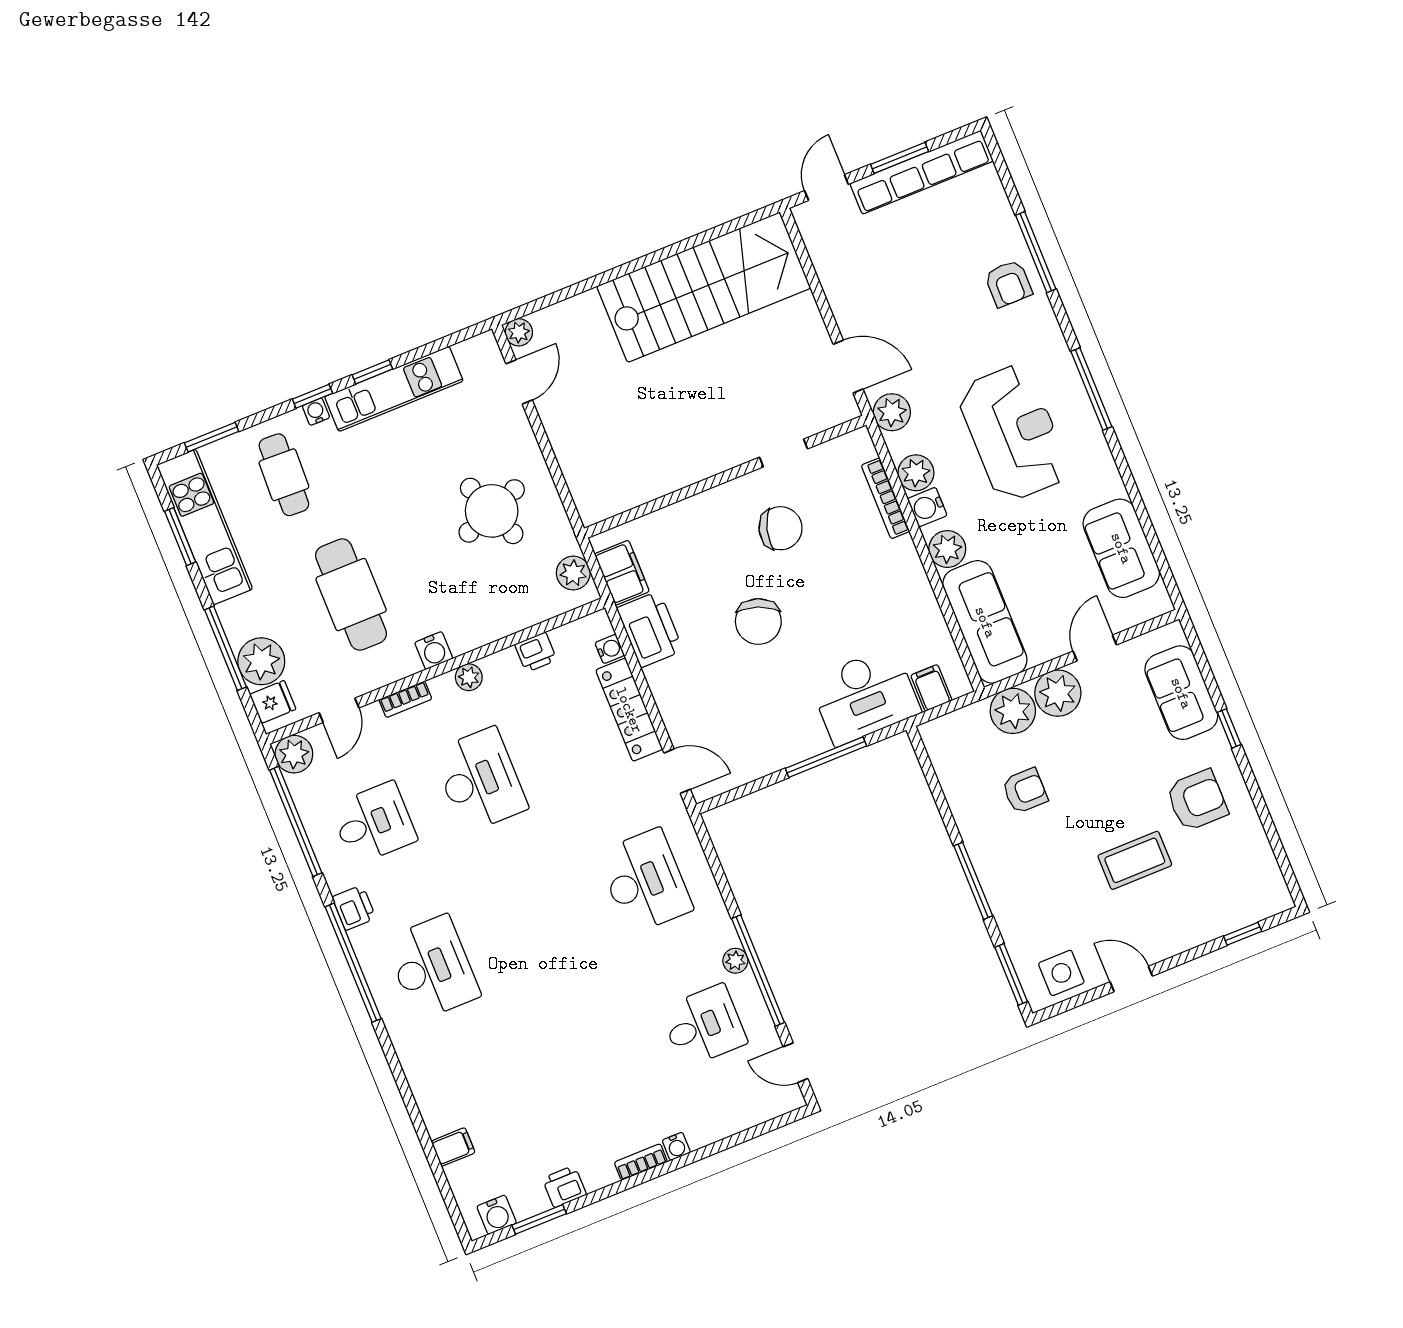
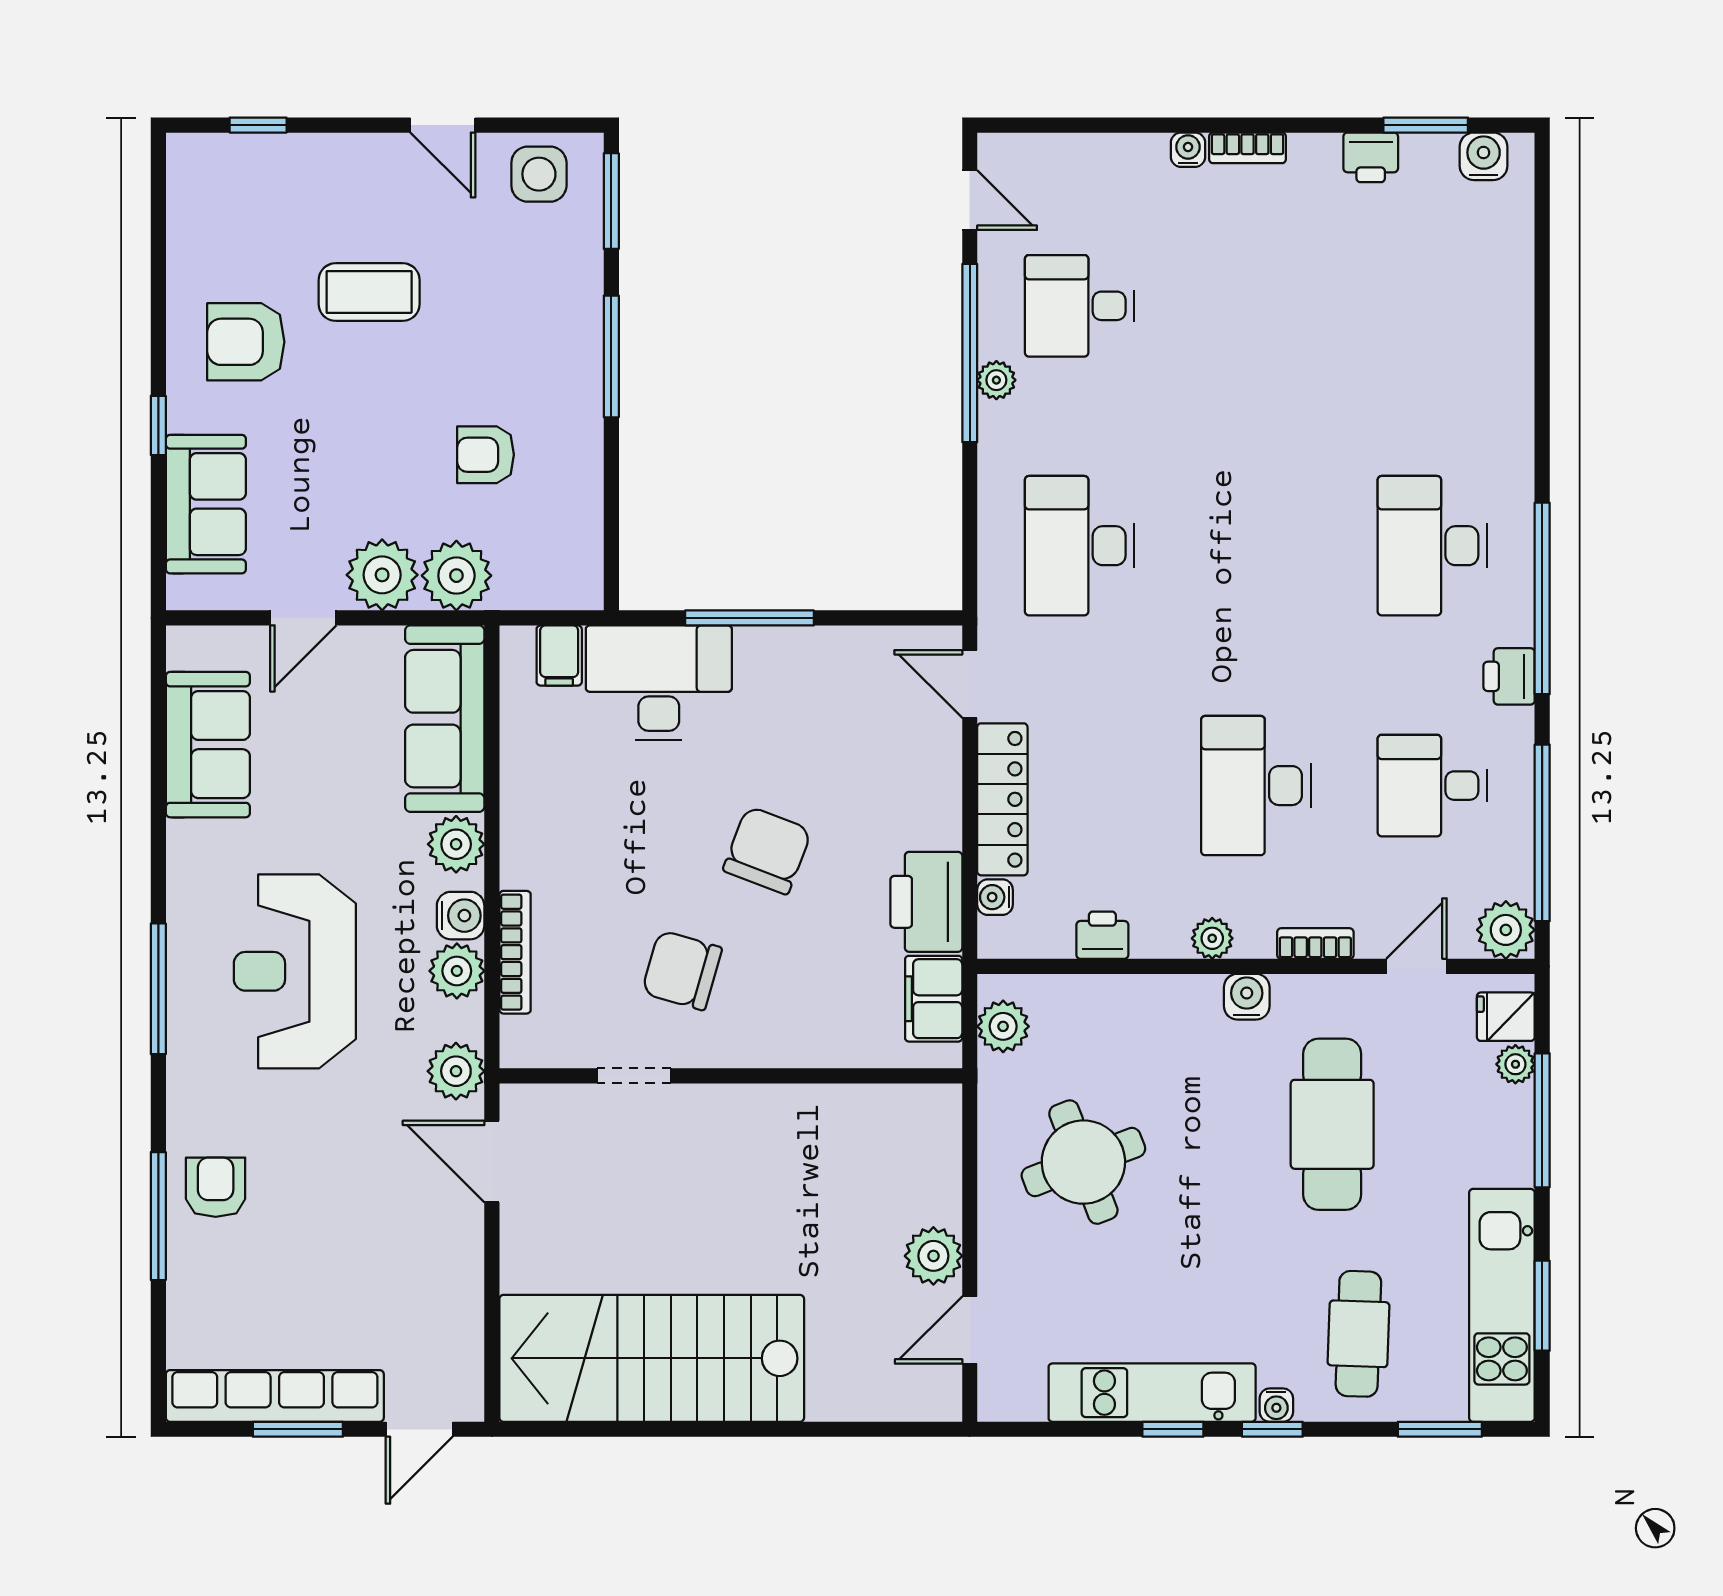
plant: (519, 332) -> (933, 1256), moved, width x1.38, depth x1.38
plant: (261, 661) -> (1515, 1064), width x0.53, depth x0.53
filing cabinet: (453, 1147) -> (1506, 278), removed

